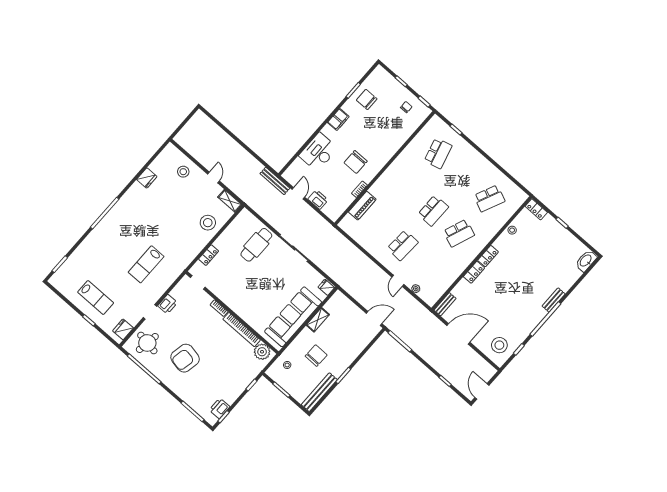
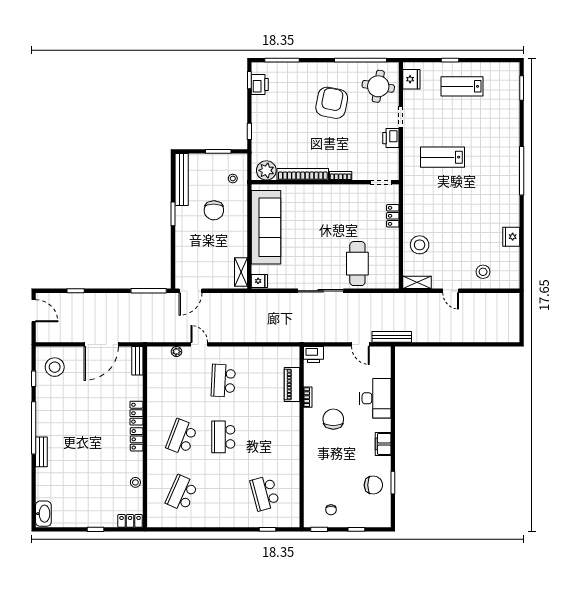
printer: (318, 200) -> (314, 355), moved
lab bench: (146, 264) -> (443, 157), turned -90
shelving: (318, 320) -> (241, 272), moved

